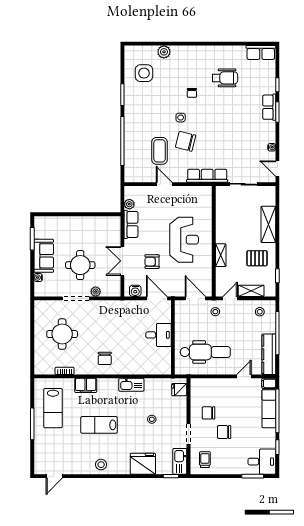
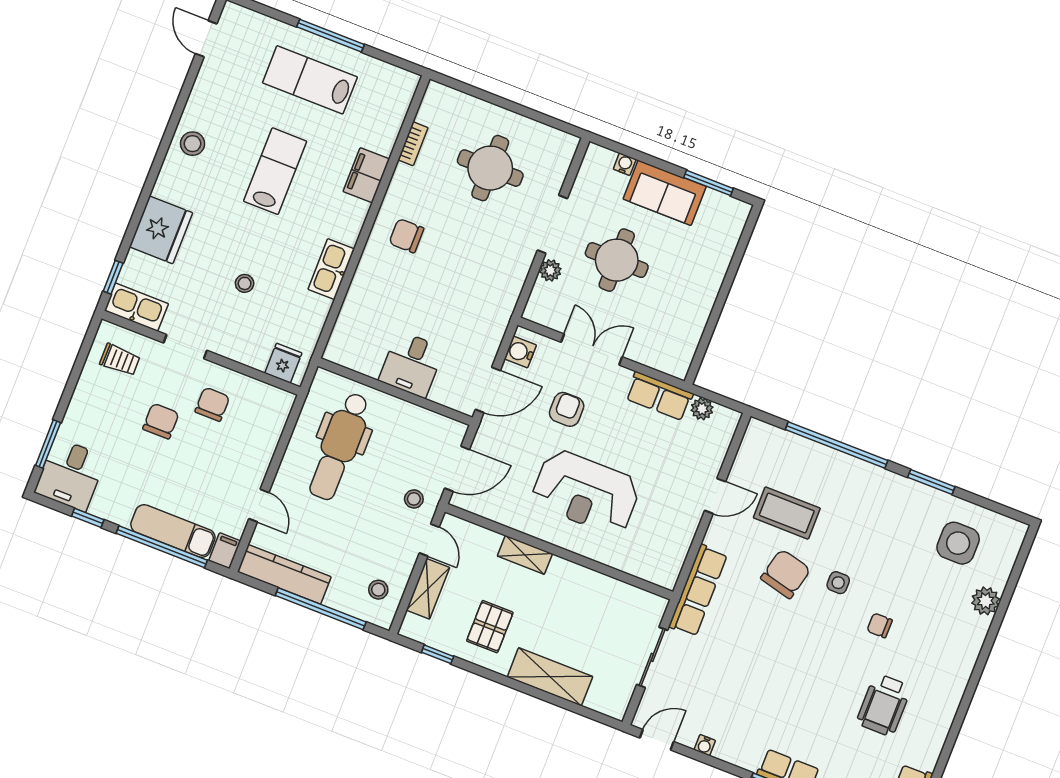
lab bench: (53, 408) -> (310, 80), moved

